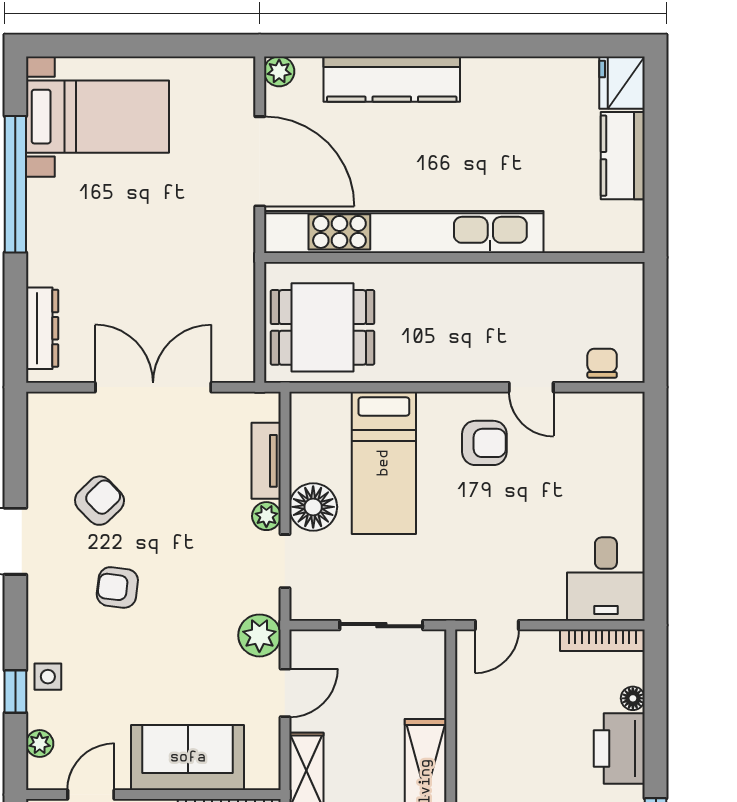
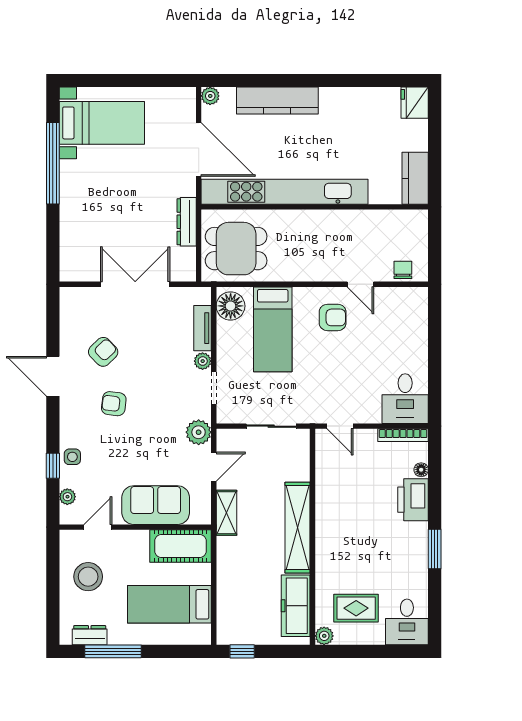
kitchen counter: (623, 156) -> (415, 178), moved
dresser: (42, 328) -> (187, 222), moved, turned 180
floor lamp: (313, 507) -> (231, 306), moved
door: (497, 625) -> (340, 426), hinge flipped

